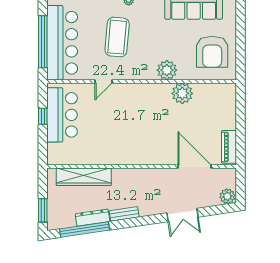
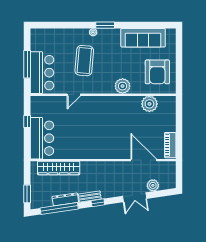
window: (43, 42) -> (27, 64), width x0.68
bar counter: (62, 43) -> (42, 73), width x0.73
plant: (182, 93) -> (149, 104), moved
bar counter: (62, 115) -> (42, 138), moved
plant: (227, 196) -> (153, 185), moved
window: (135, 222) -> (98, 203), added

